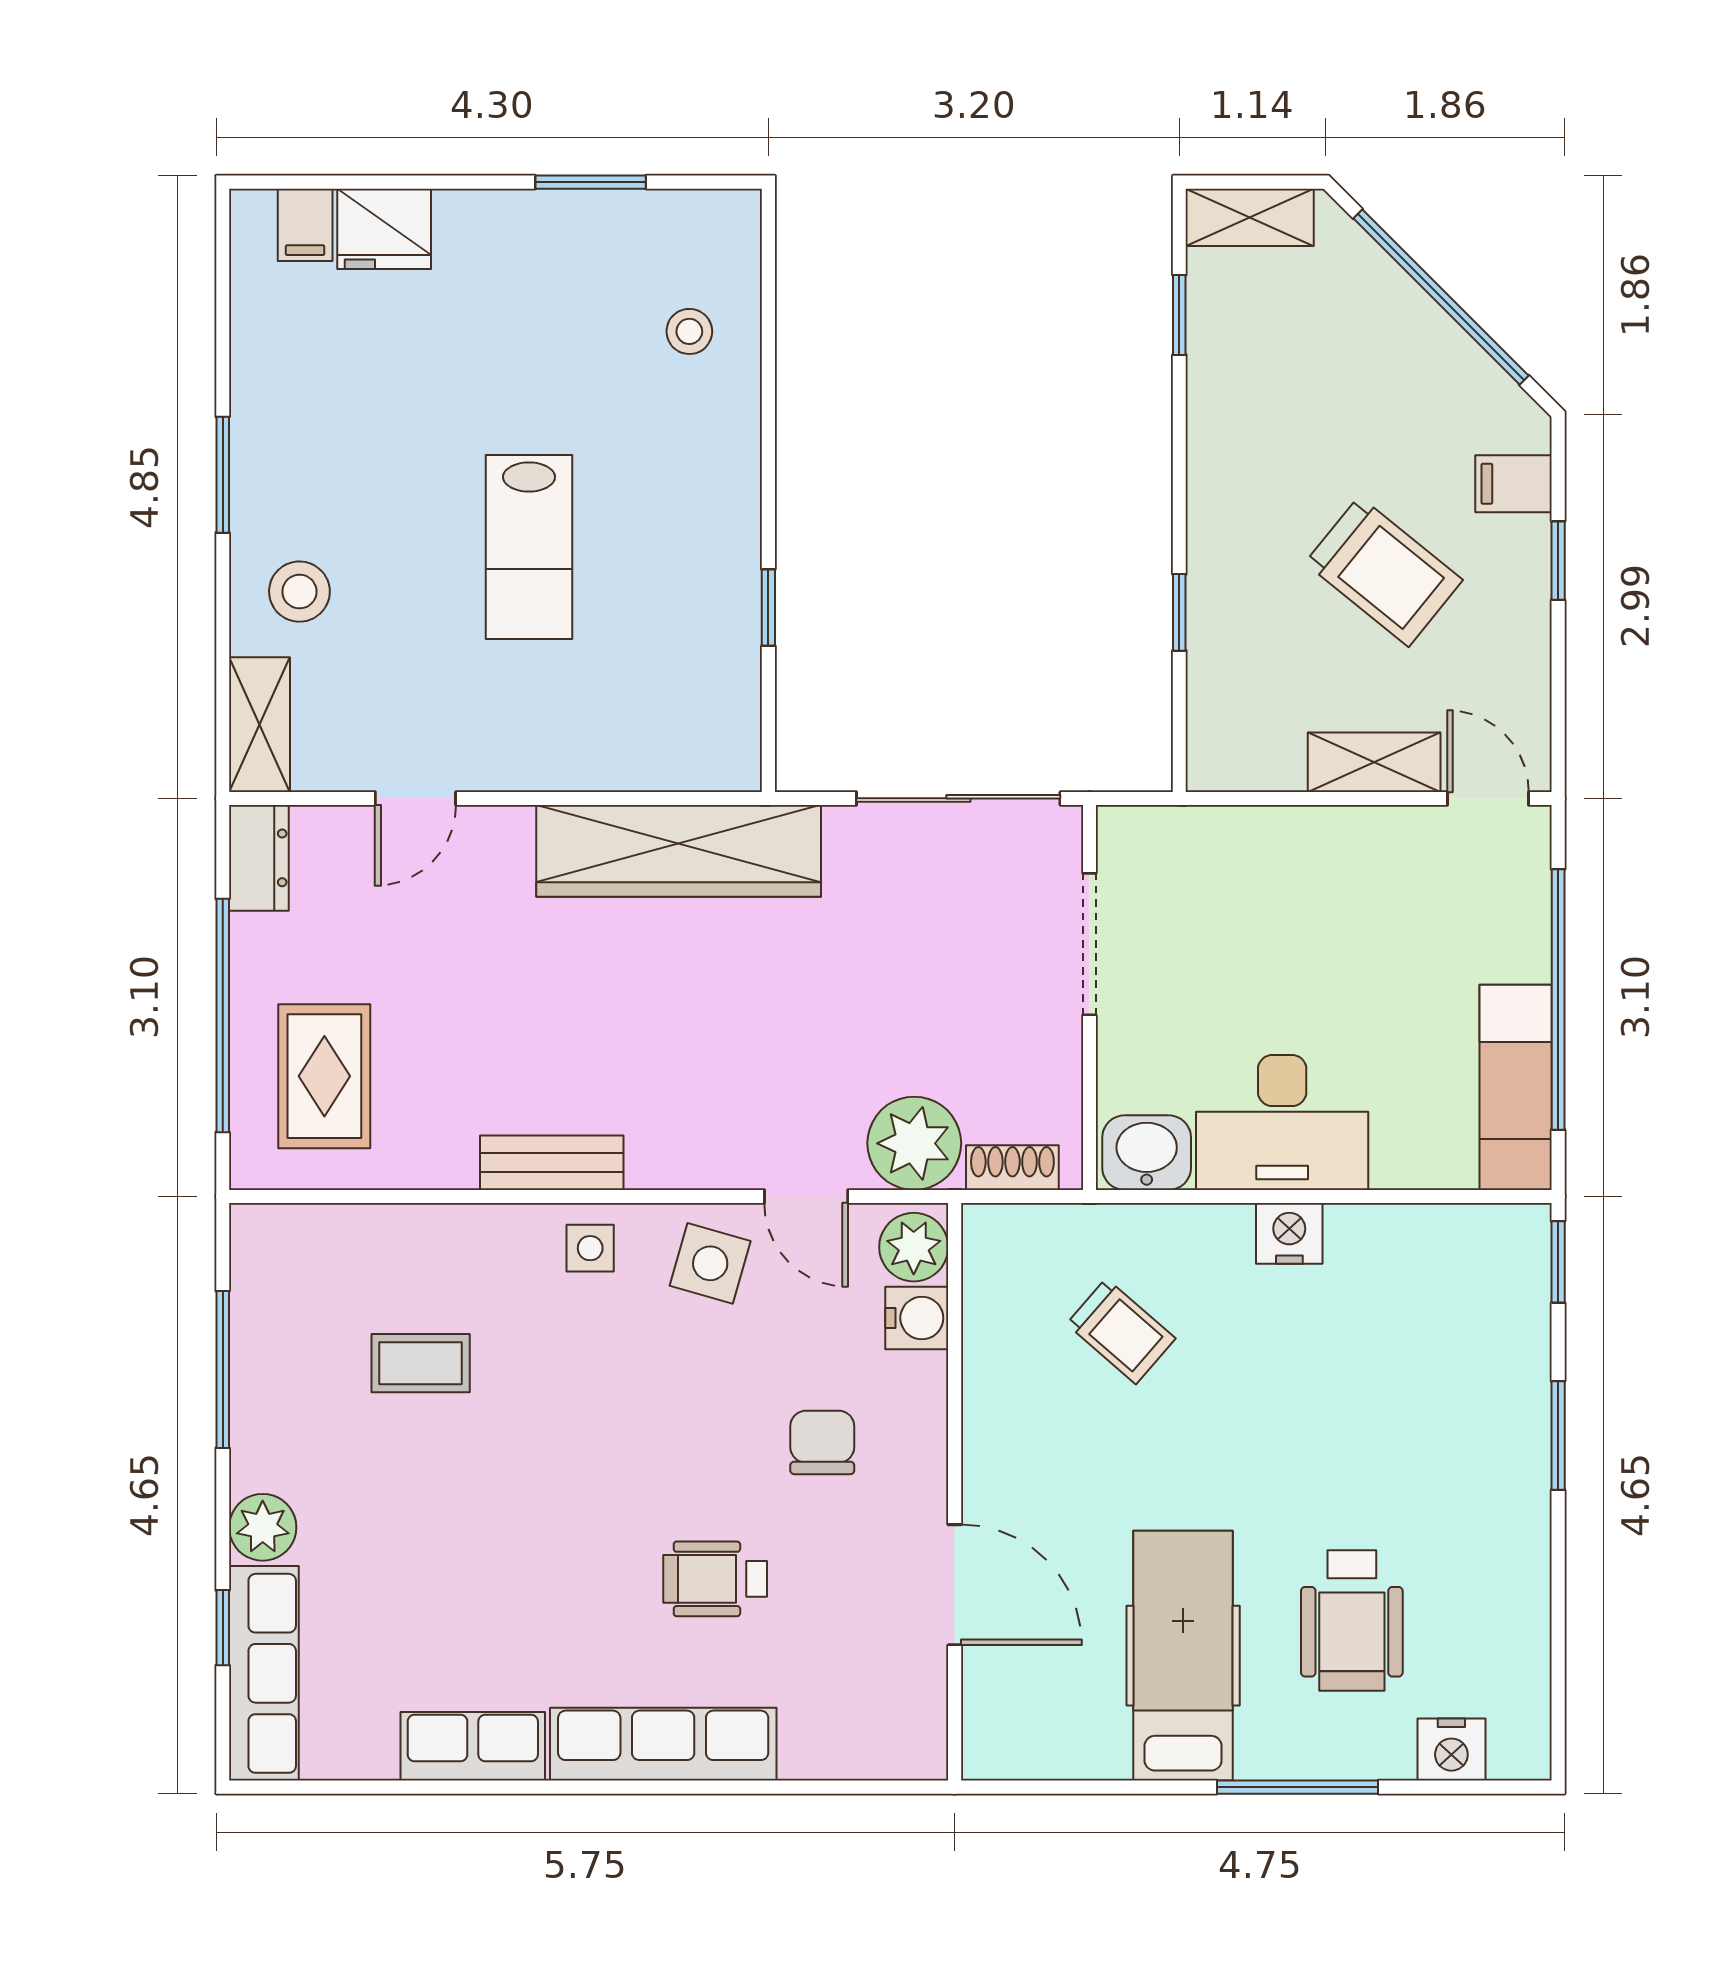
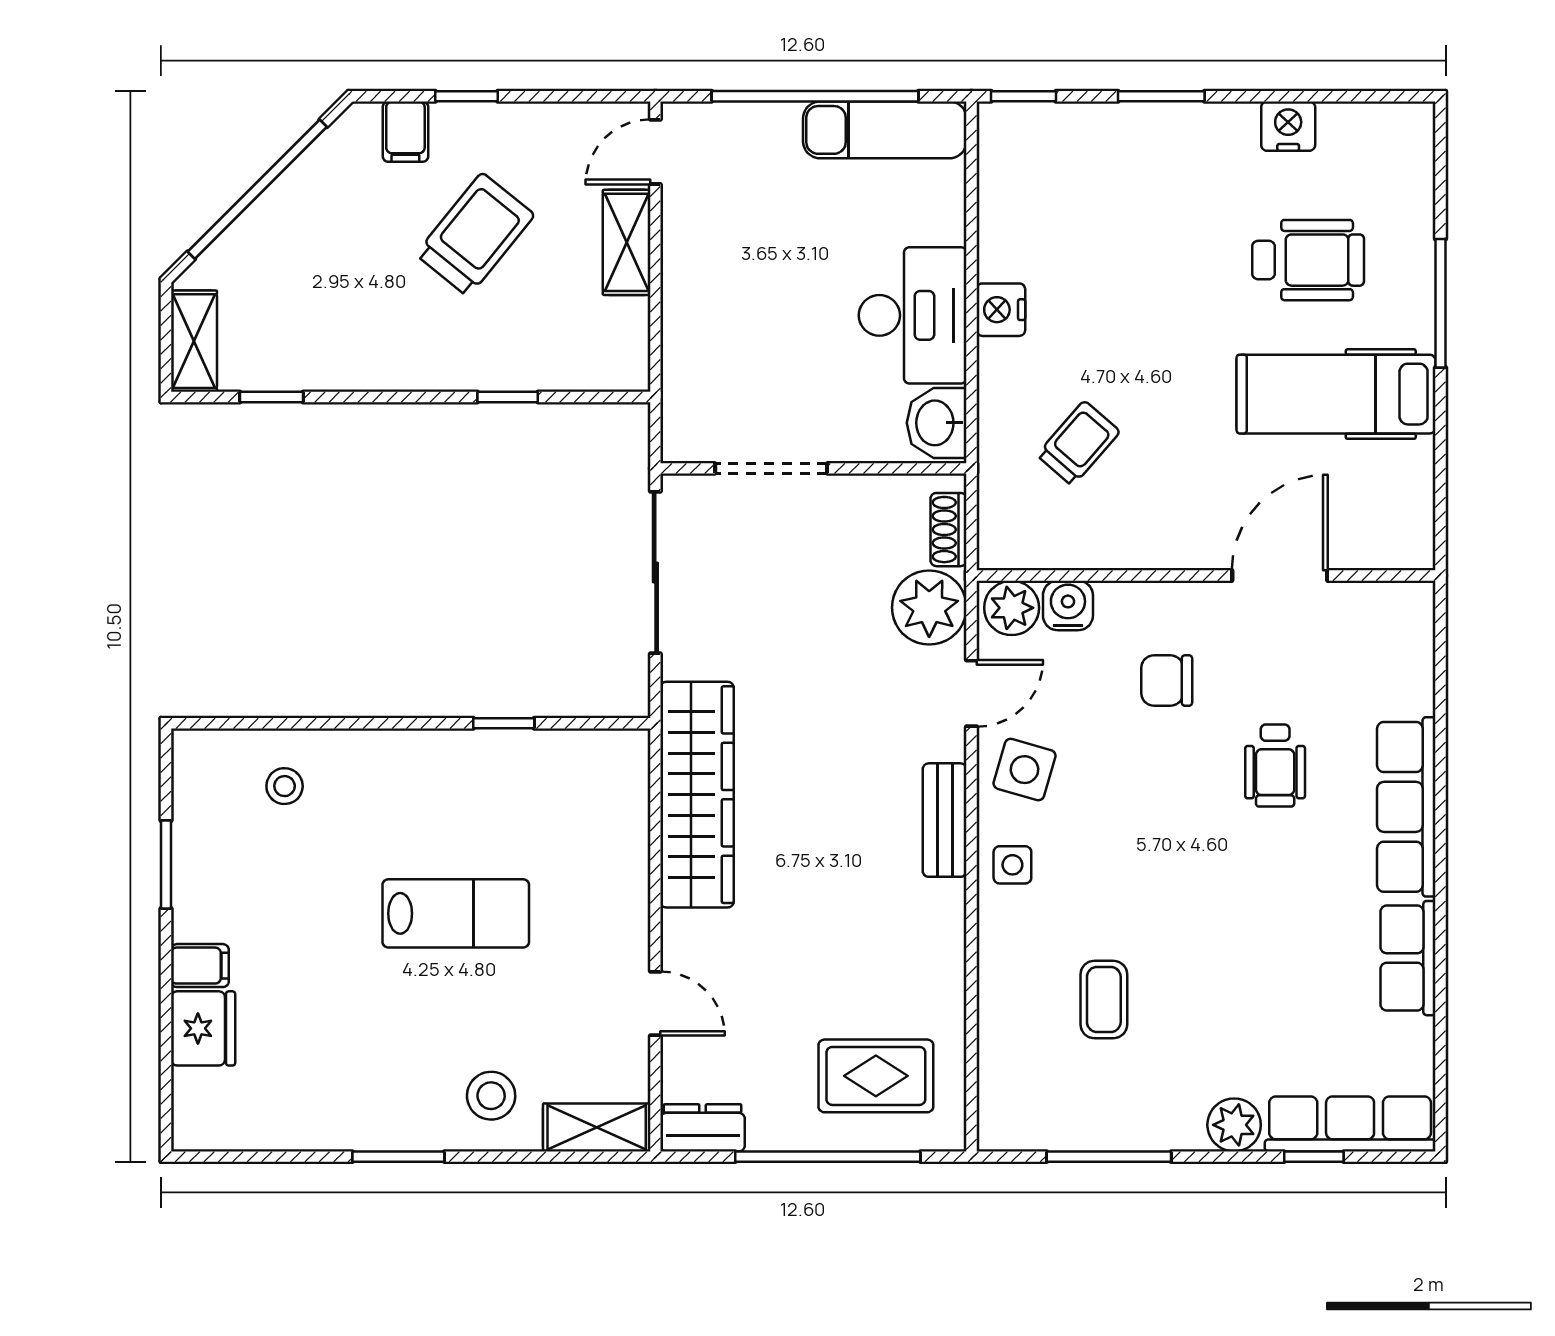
filing cabinet: (305, 225) -> (200, 966), moved
bench: (552, 1163) -> (945, 820), moved
nightstand: (1451, 1750) -> (1288, 126), moved, turned -90

